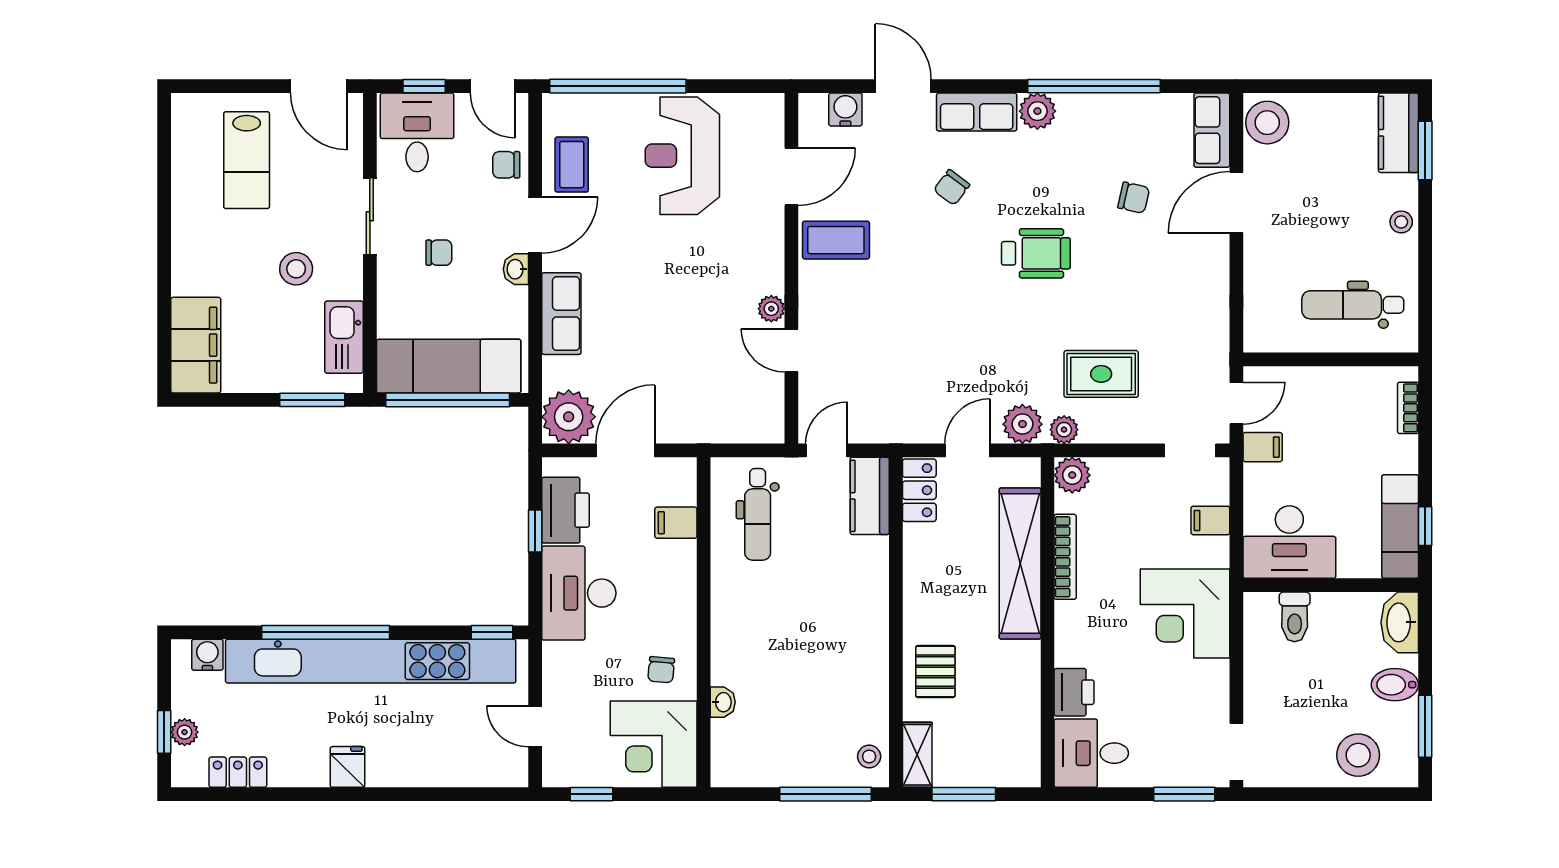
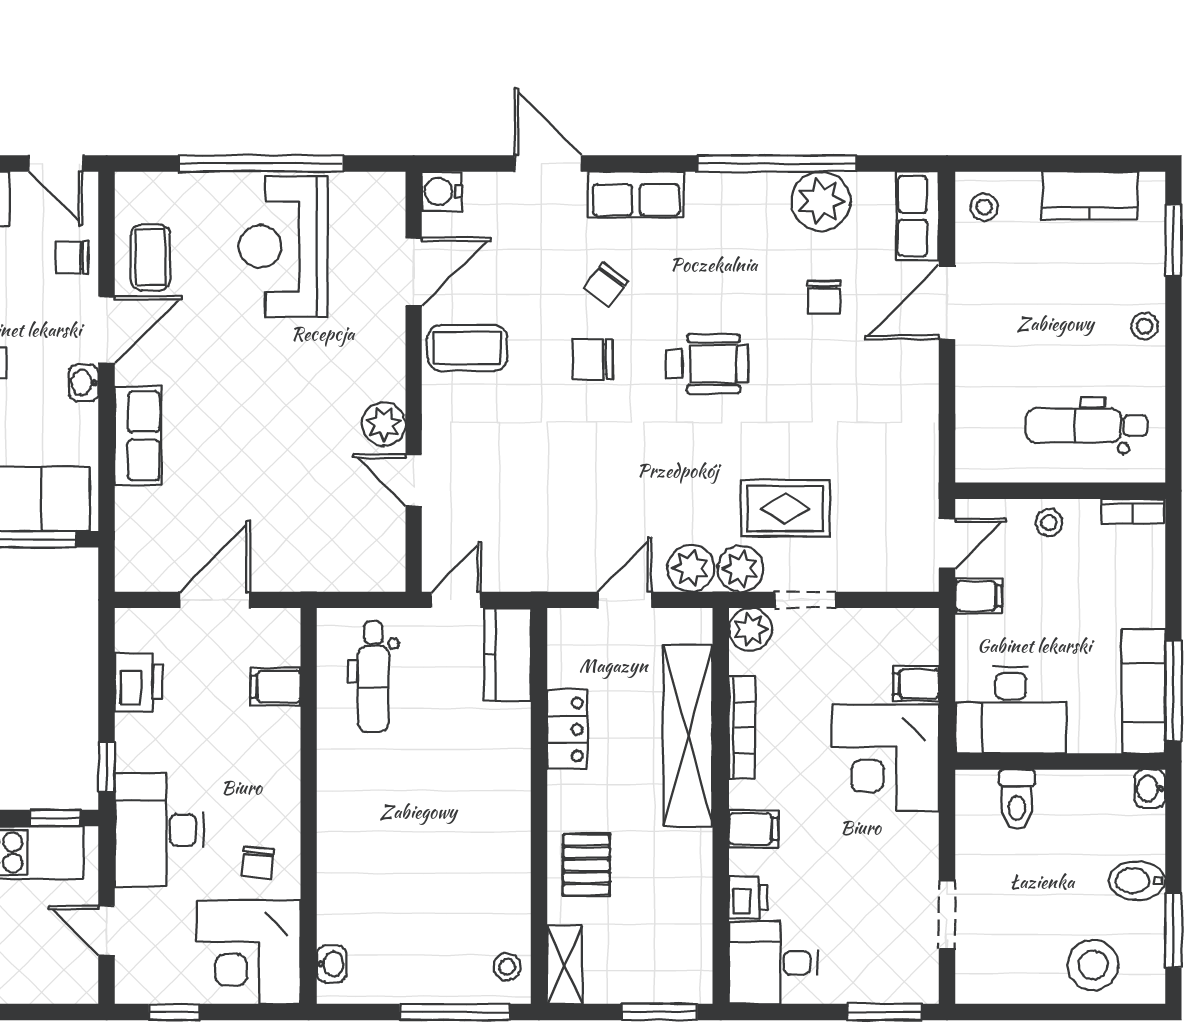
window: (618, 86) -> (261, 163), moved
water cooler: (845, 110) -> (442, 191), moved, turned -90
plant: (1037, 111) -> (821, 201), moved, width x1.36, depth x1.36
stool: (1267, 123) -> (984, 207), width x0.53, depth x0.53
kitchen counter: (1398, 133) -> (1090, 195), moved, turned -90
chair: (1134, 198) -> (824, 297), turned 77
chair: (941, 250) -> (593, 360), added
plant: (771, 309) -> (384, 424), width x1.38, depth x1.38
stool: (1321, 386) -> (1049, 523), added
bookcase: (1408, 408) -> (1133, 511), moved, turned -90
plant: (569, 417) -> (147, 560), removed
plant: (1064, 430) -> (741, 569), width x1.38, depth x1.38
doorway: (1190, 450) -> (805, 600), moved
locker: (919, 490) -> (567, 729), moved
printer: (566, 510) -> (138, 682), width x0.73, depth x0.84
window: (1425, 526) -> (1173, 691), width x2.17
window: (535, 531) -> (107, 767), moved
desk: (579, 593) -> (159, 830), moved
corner desk: (1185, 614) -> (886, 758), moved
washbasin: (1400, 622) -> (1150, 789), width x0.52, depth x0.69
filing cabinet: (1075, 641) -> (754, 829), added
printer: (1074, 692) -> (748, 897), width x0.73, depth x0.81
washbasin: (723, 702) -> (331, 964), moved
doorway: (1236, 752) -> (947, 915), moved
window: (964, 794) -> (659, 1012), moved

